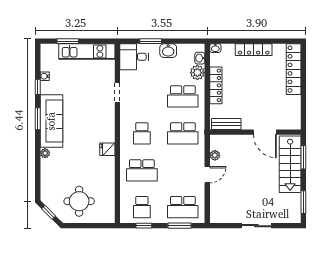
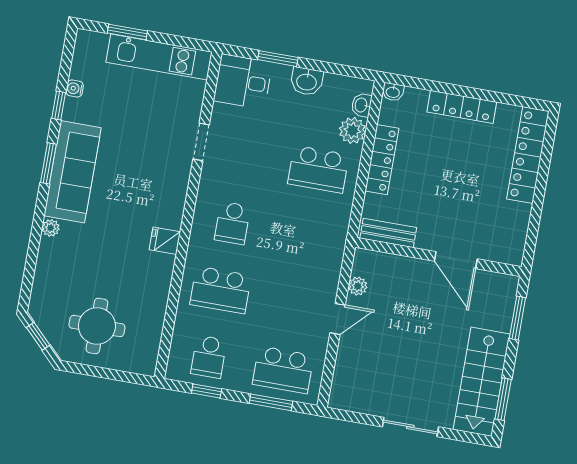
school desk: (183, 133) -> (307, 236), removed
stairs: (290, 164) -> (481, 382), moved

